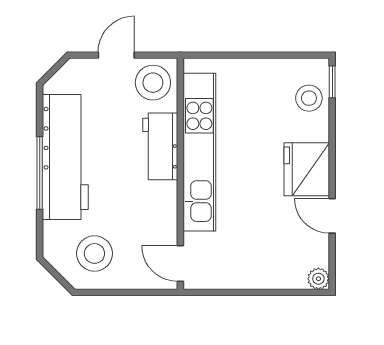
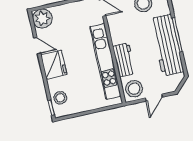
plant: (318, 279) -> (42, 19), width x1.88, depth x1.88

